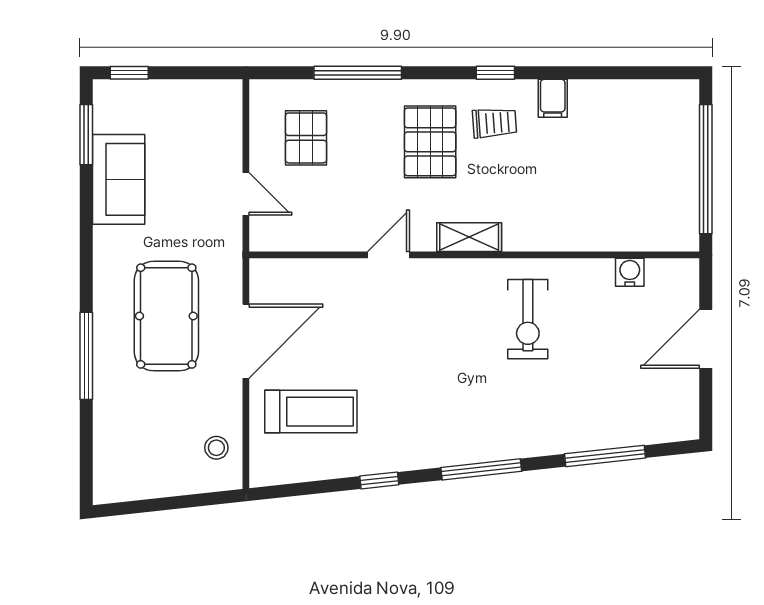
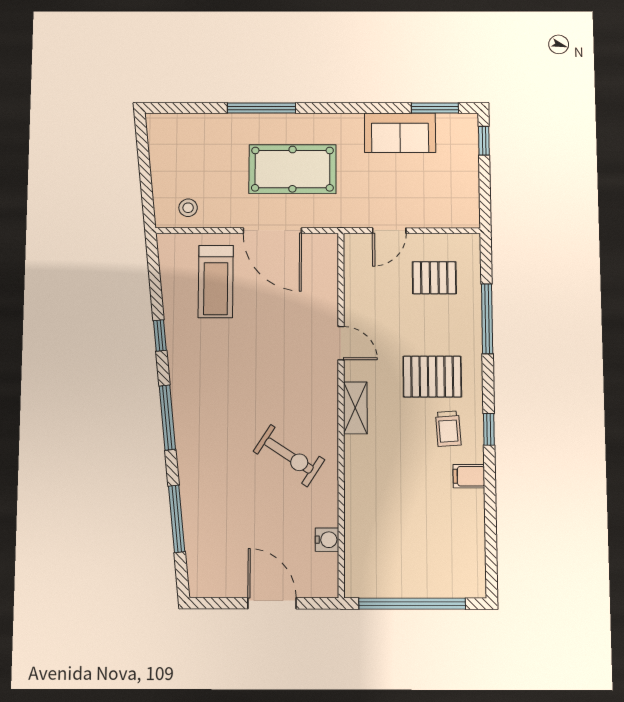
exercise bike: (528, 319) -> (289, 456), turned -147

